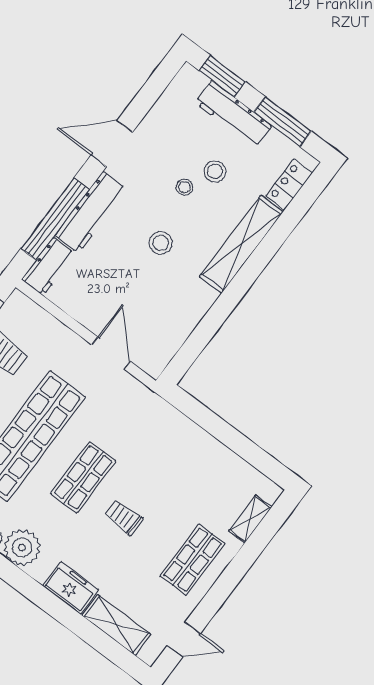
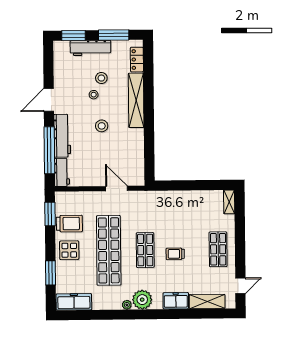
shelving: (250, 519) -> (229, 202), moved

